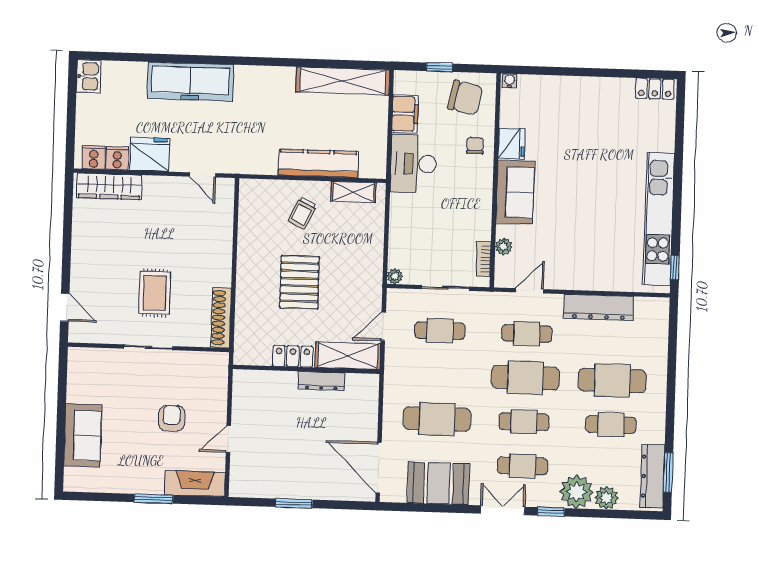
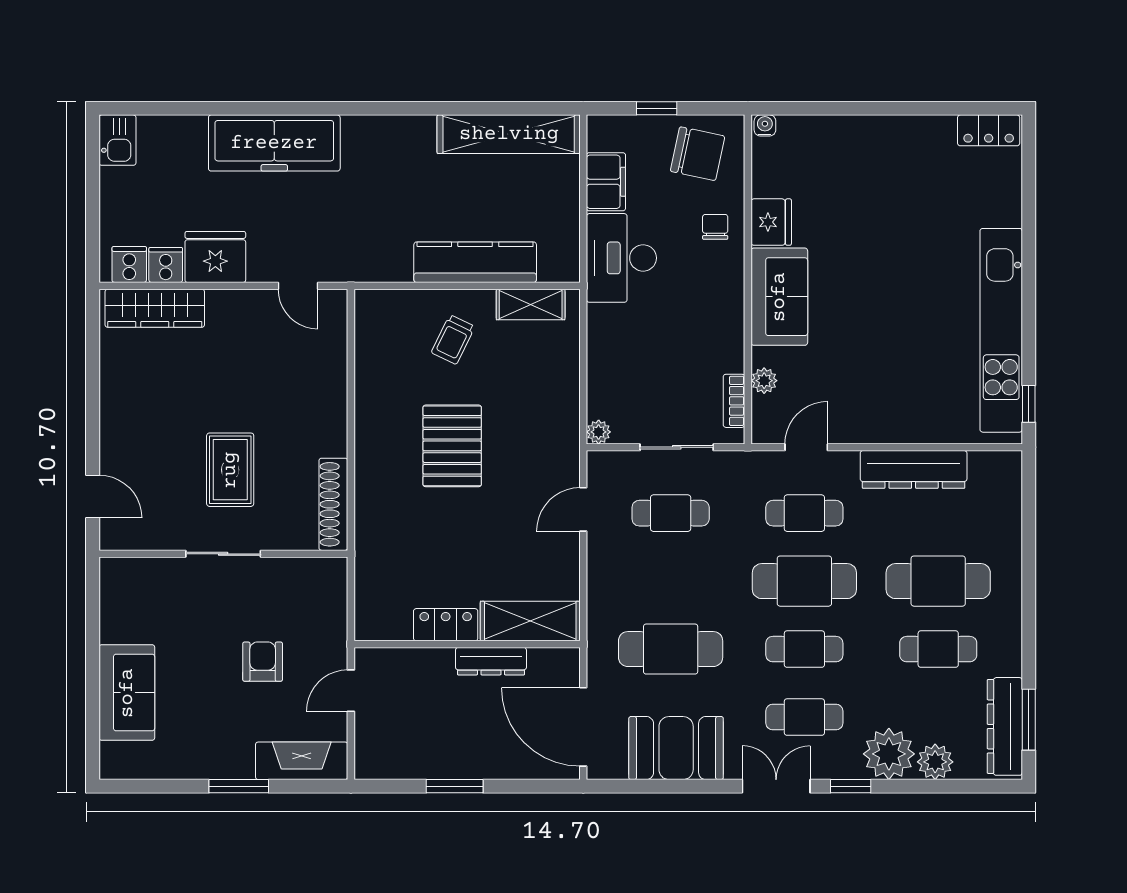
locker: (293, 356) -> (446, 625), moved
shelving: (348, 356) -> (530, 621), moved
wall: (306, 369) -> (467, 644), moved
dresser: (321, 381) -> (491, 661), moved

